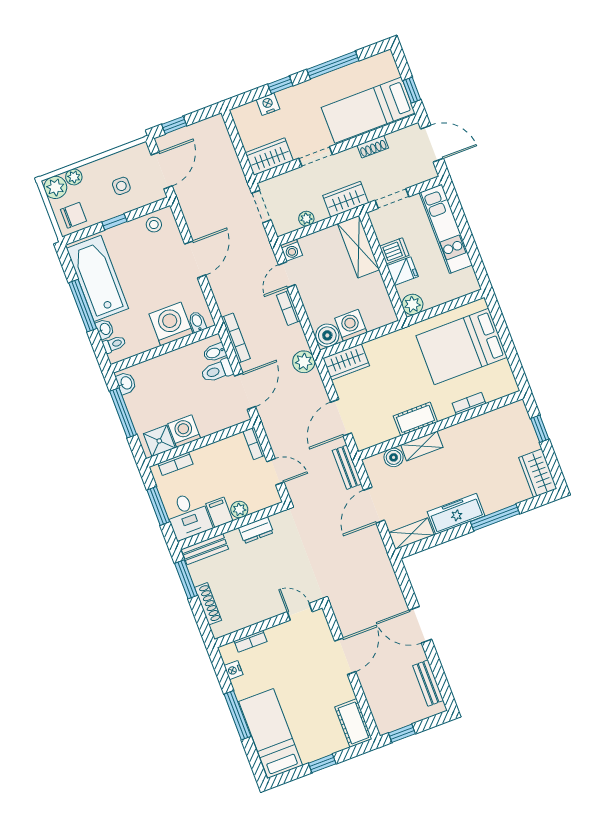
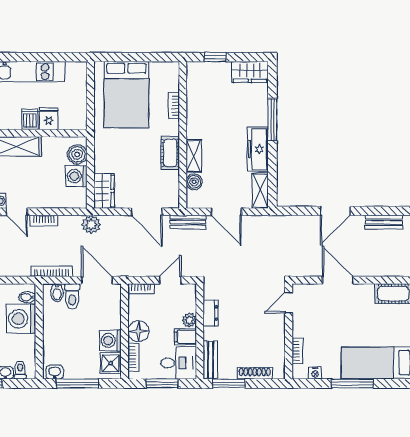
plant: (412, 304) -> (78, 121), removed
boiler: (327, 335) -> (77, 154), moved
floor lamp: (206, 458) -> (139, 331), added

